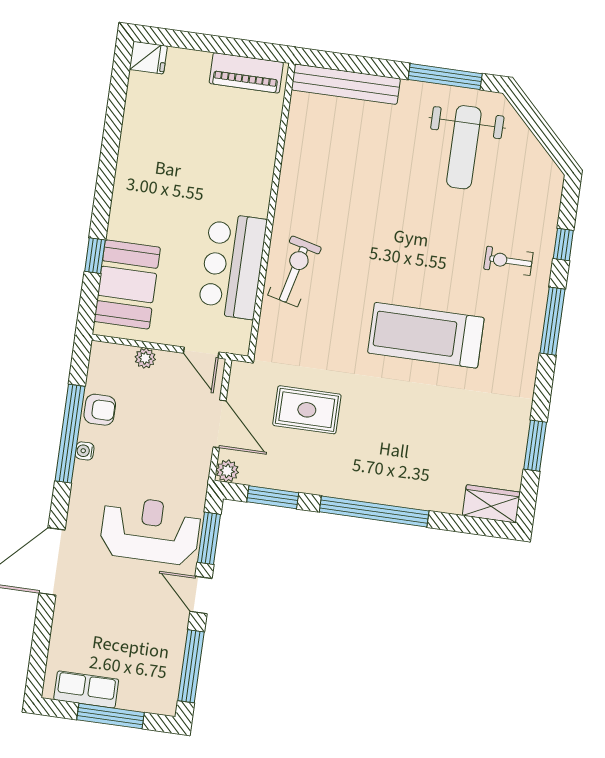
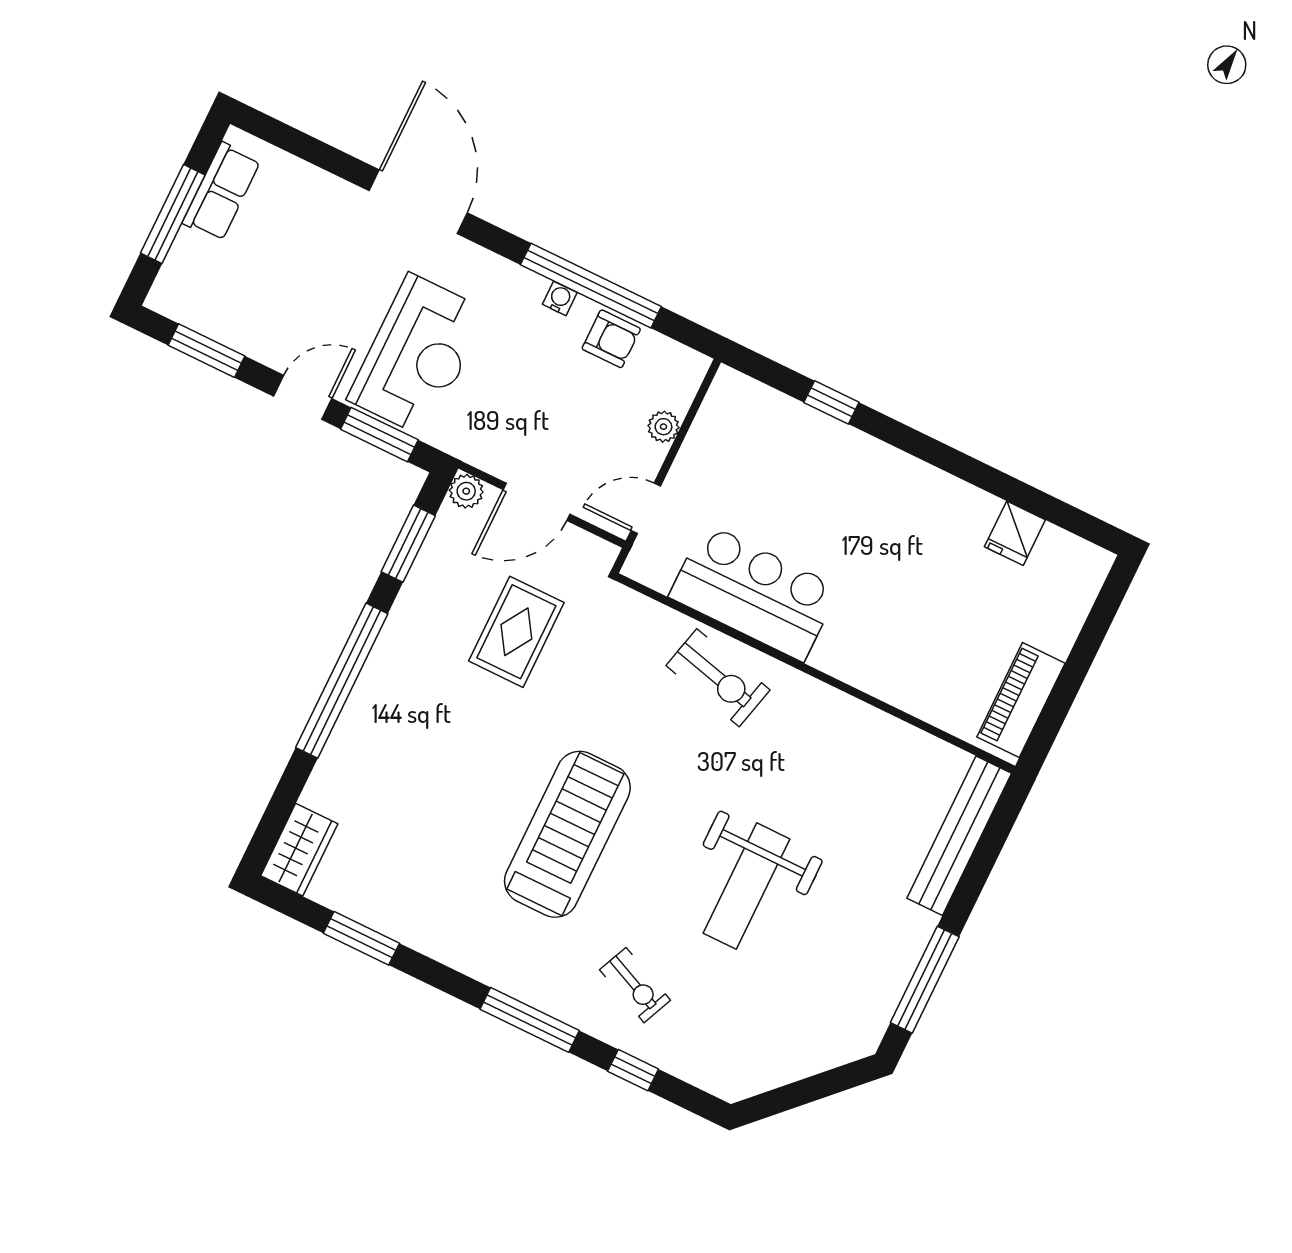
fridge: (148, 58) -> (1015, 533), moved
weight bench: (464, 147) -> (747, 886), moved, turned -90
exercise bike: (508, 261) -> (635, 985), turned 114
booth: (127, 284) -> (776, 435), removed
armchair: (100, 410) -> (611, 339), turned -90
window: (191, 666) -> (207, 351), width x0.69

